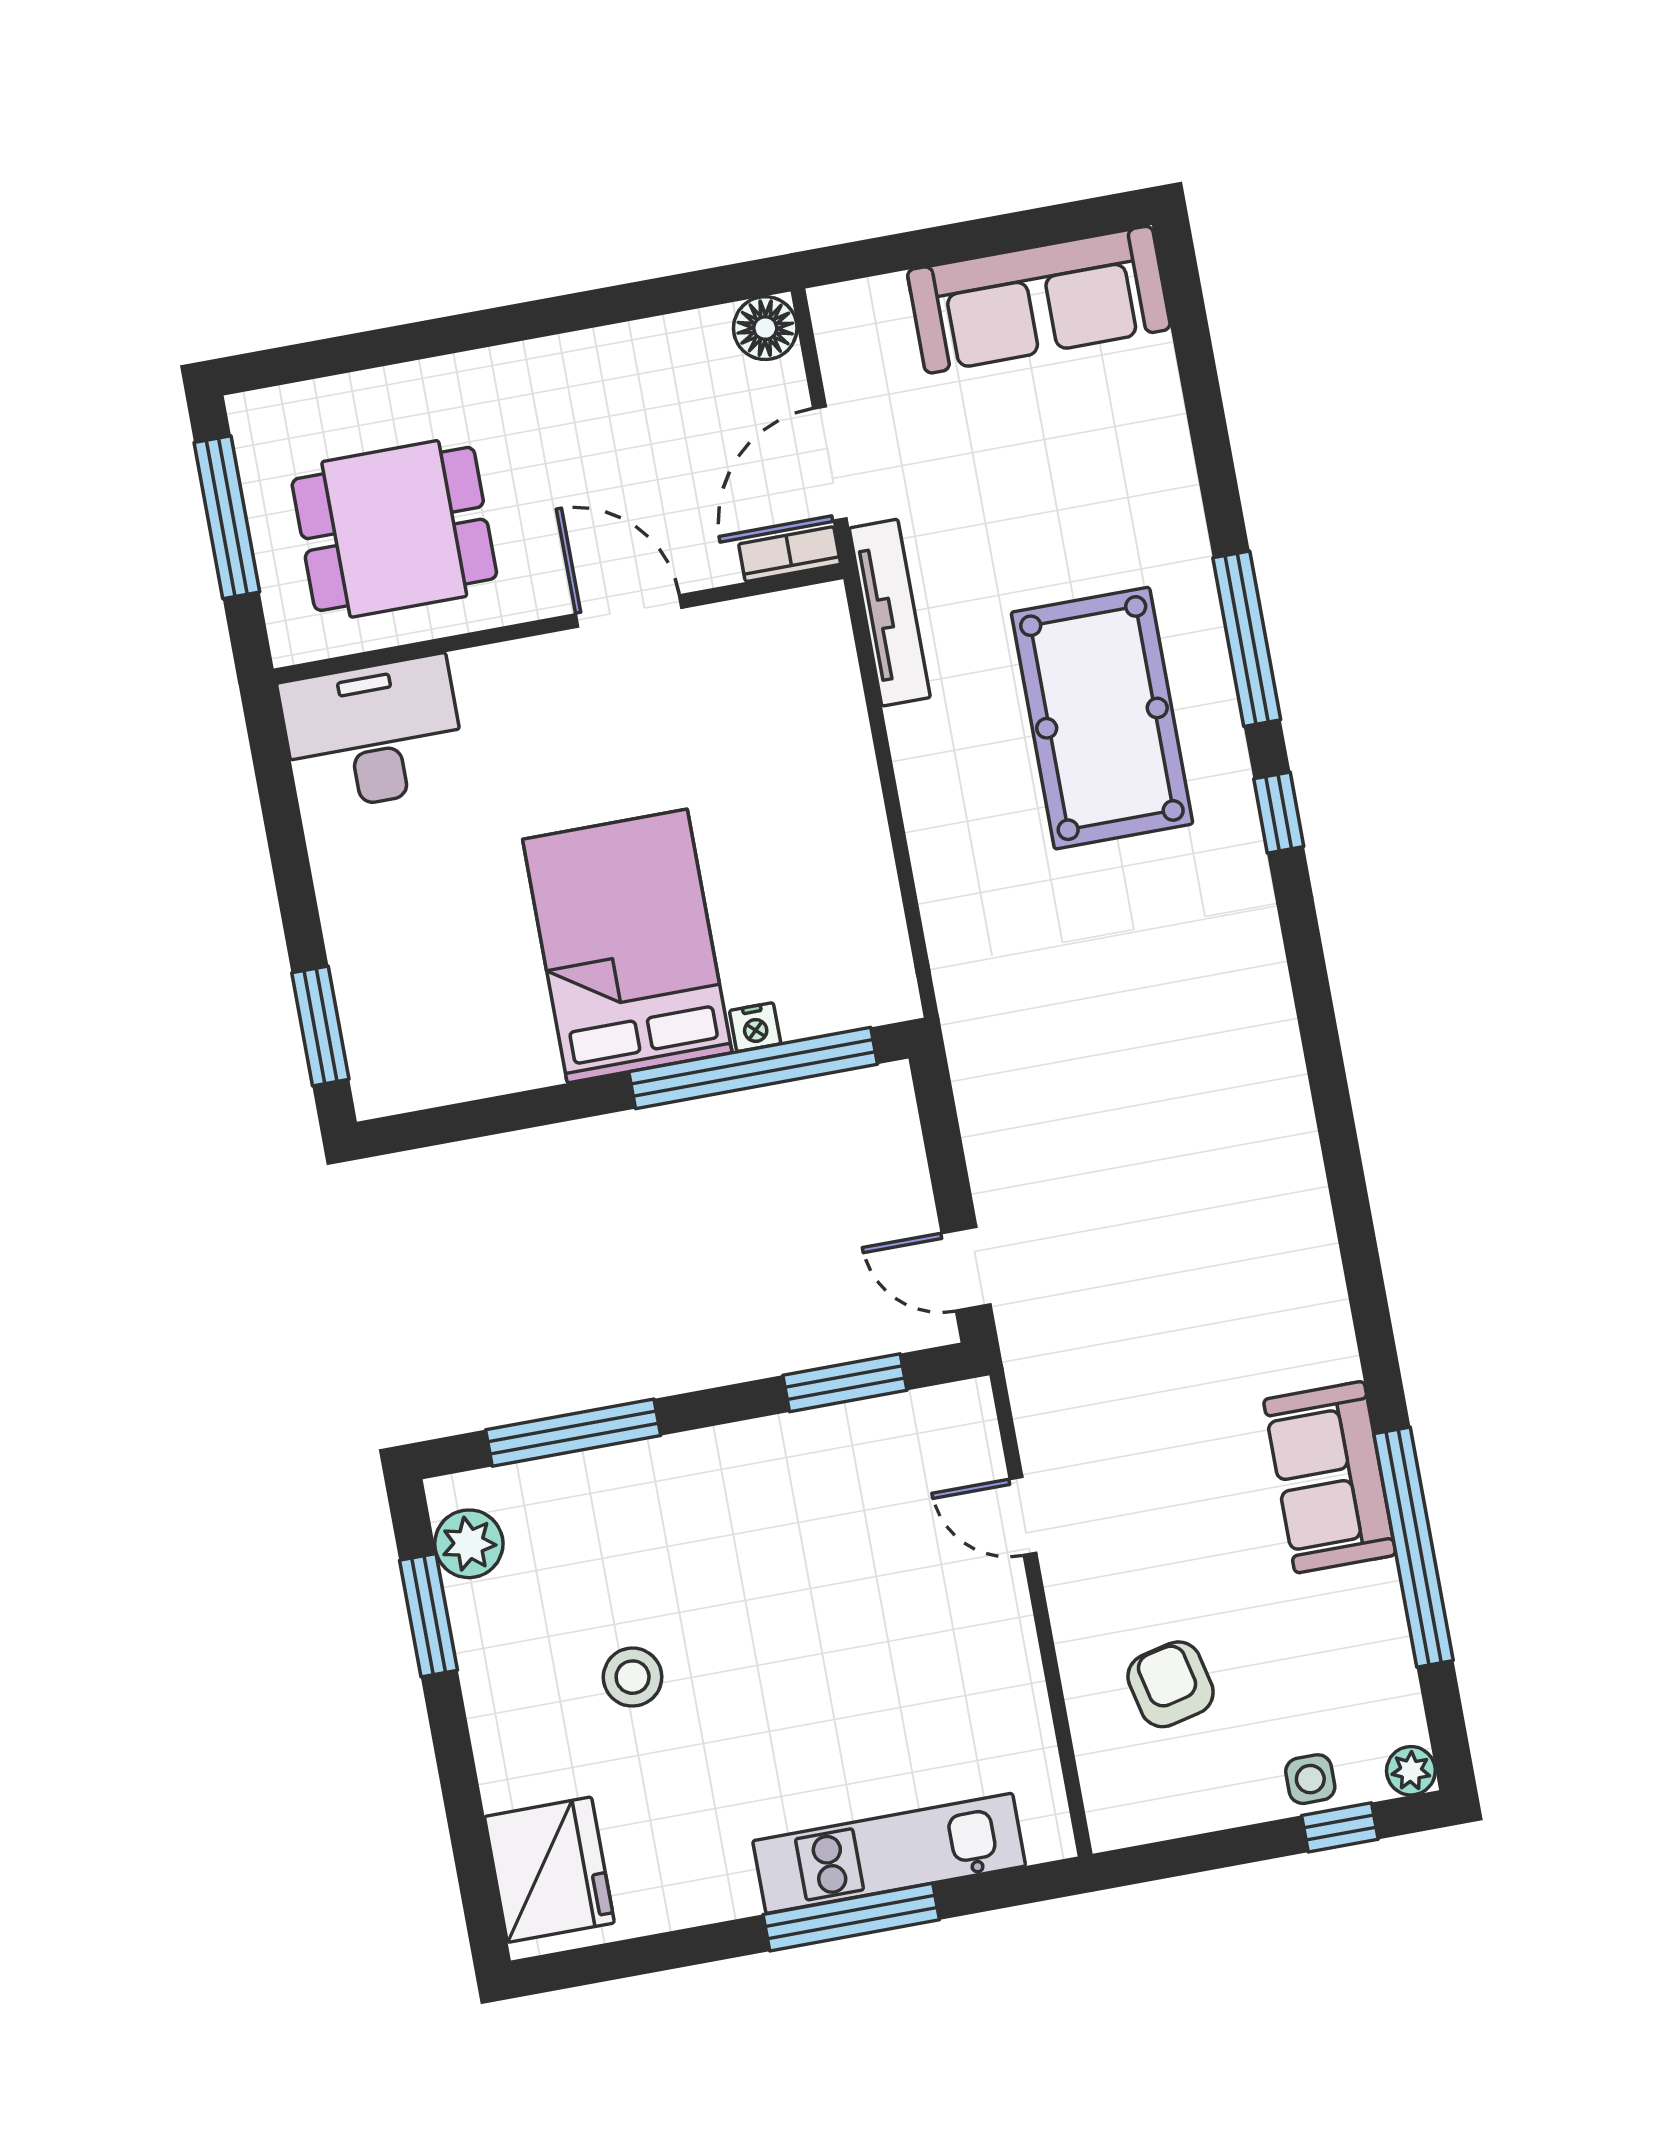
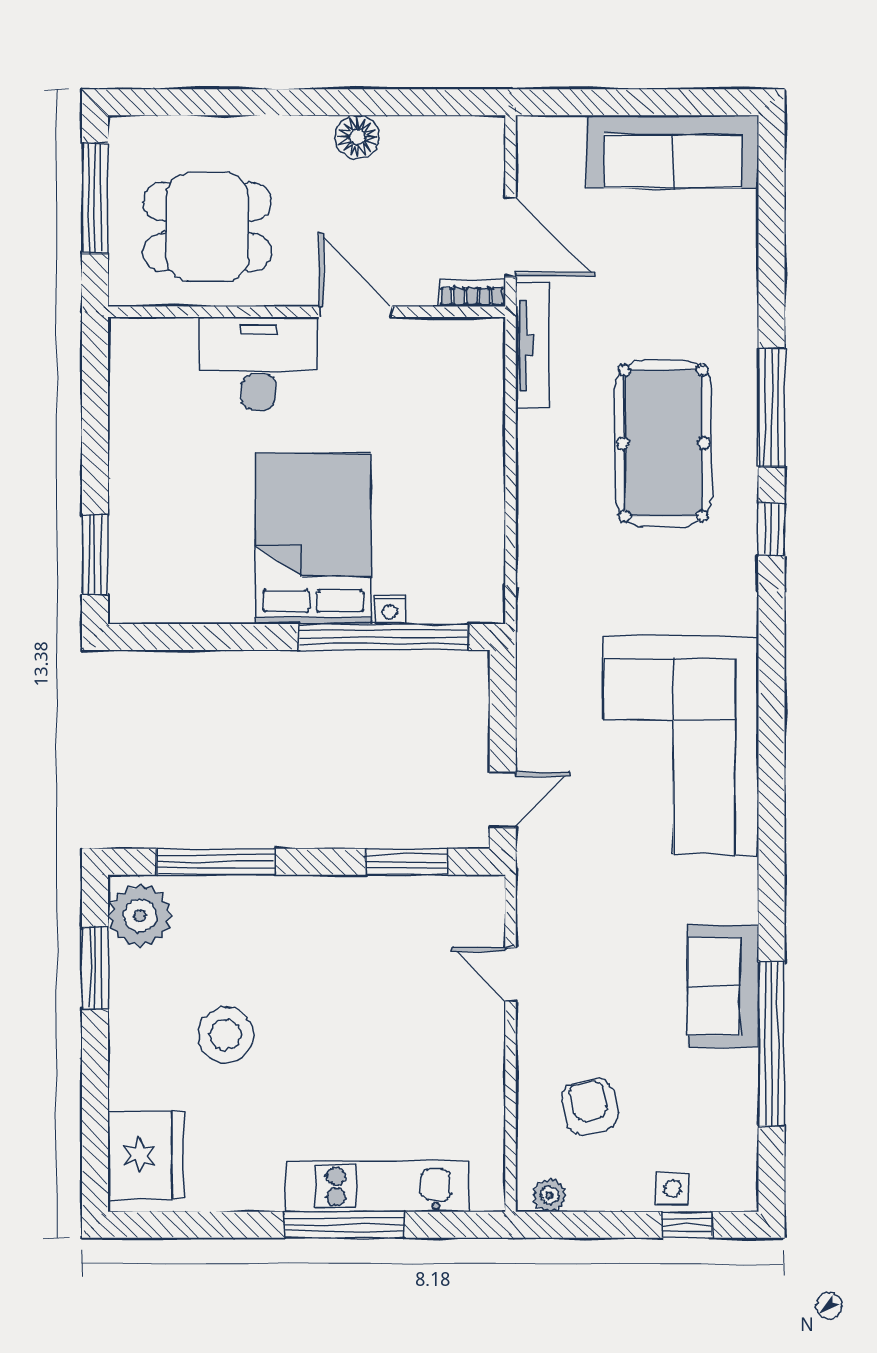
floor lamp: (765, 328) -> (357, 137), moved
door: (830, 464) -> (510, 237), swing flipped
desk: (373, 734) -> (258, 363), moved
corner sofa: (1206, 1145) -> (681, 746), added
door: (966, 1269) -> (503, 800), swing flipped
plant: (469, 1544) -> (140, 916), width x1.36, depth x1.36
stool: (633, 1677) -> (226, 1035), width x1.38, depth x1.38
plant: (1411, 1771) -> (550, 1195), moved

